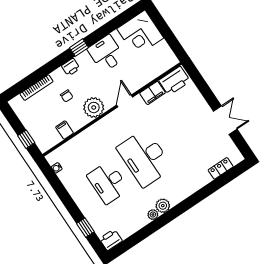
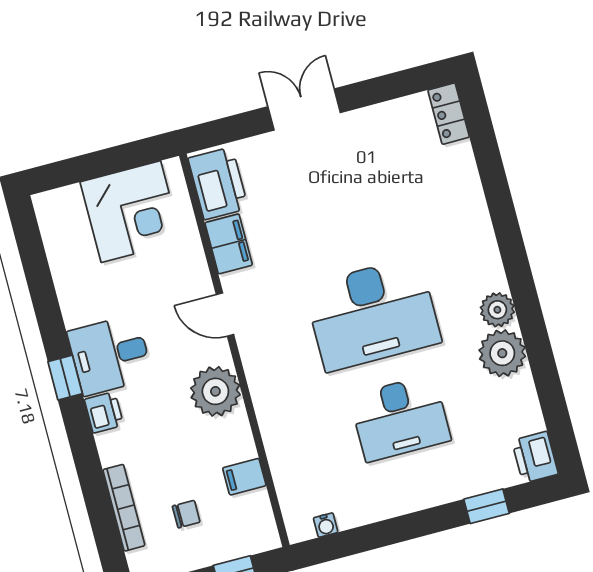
corner desk: (140, 33) -> (131, 212), moved
desk: (106, 54) -> (110, 355), moved
chair: (67, 96) -> (186, 514), moved
double door: (225, 120) -> (304, 110), moved
locker: (221, 168) -> (449, 114), moved
plant: (153, 215) -> (502, 353), width x1.88, depth x1.88

